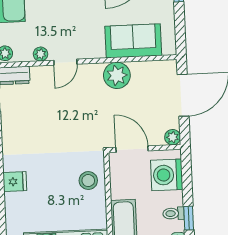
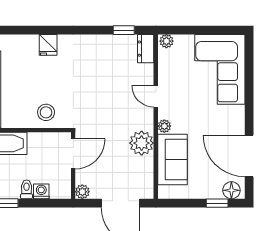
plant: (41, 54) -> (164, 126), moved
washing machine: (167, 175) -> (41, 191), width x0.53, depth x0.53
toilet: (173, 213) -> (27, 189), moved

